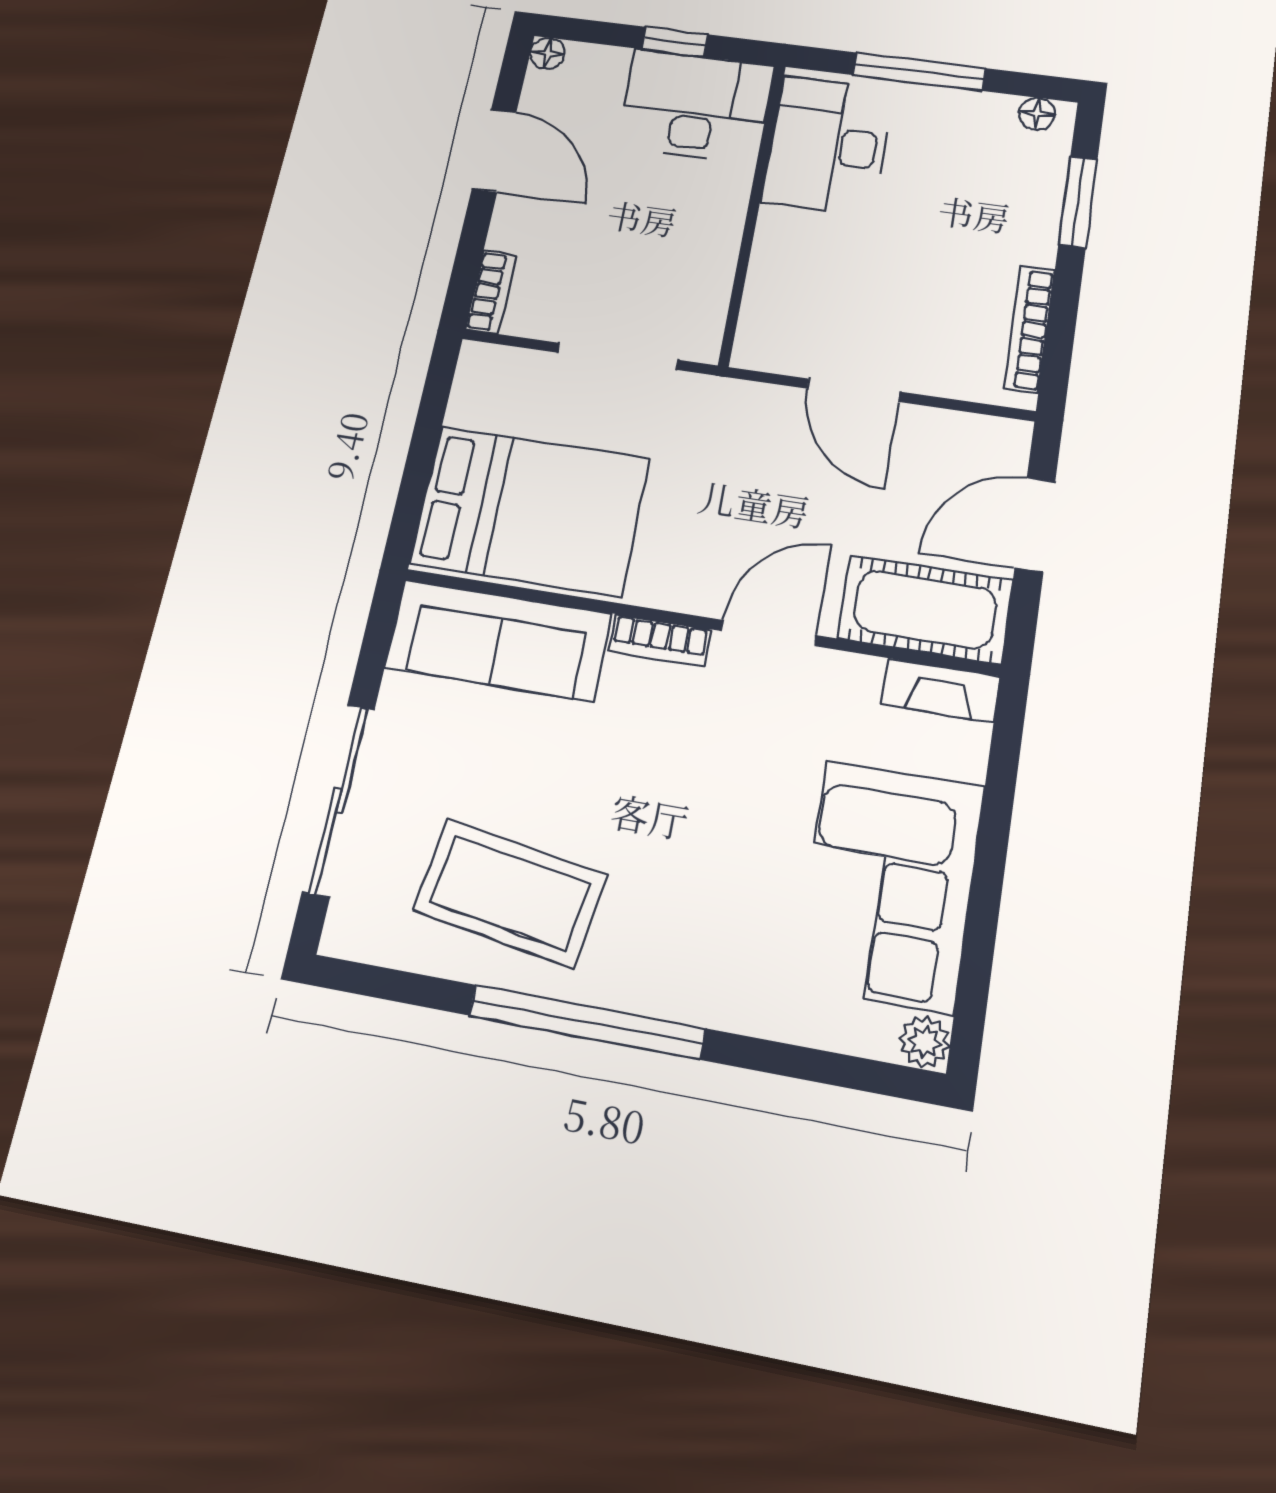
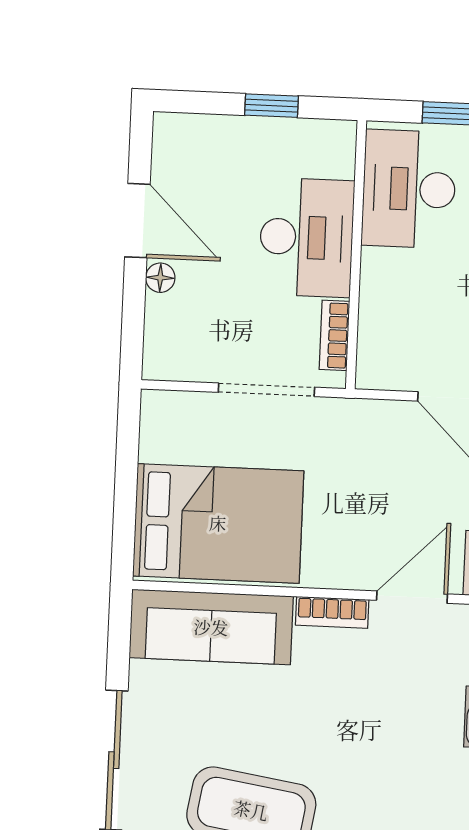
floor lamp: (548, 53) -> (160, 278), moved
desk: (695, 106) -> (307, 237), moved, turned 90
bookcase: (491, 292) -> (334, 335), moved, turned 180

